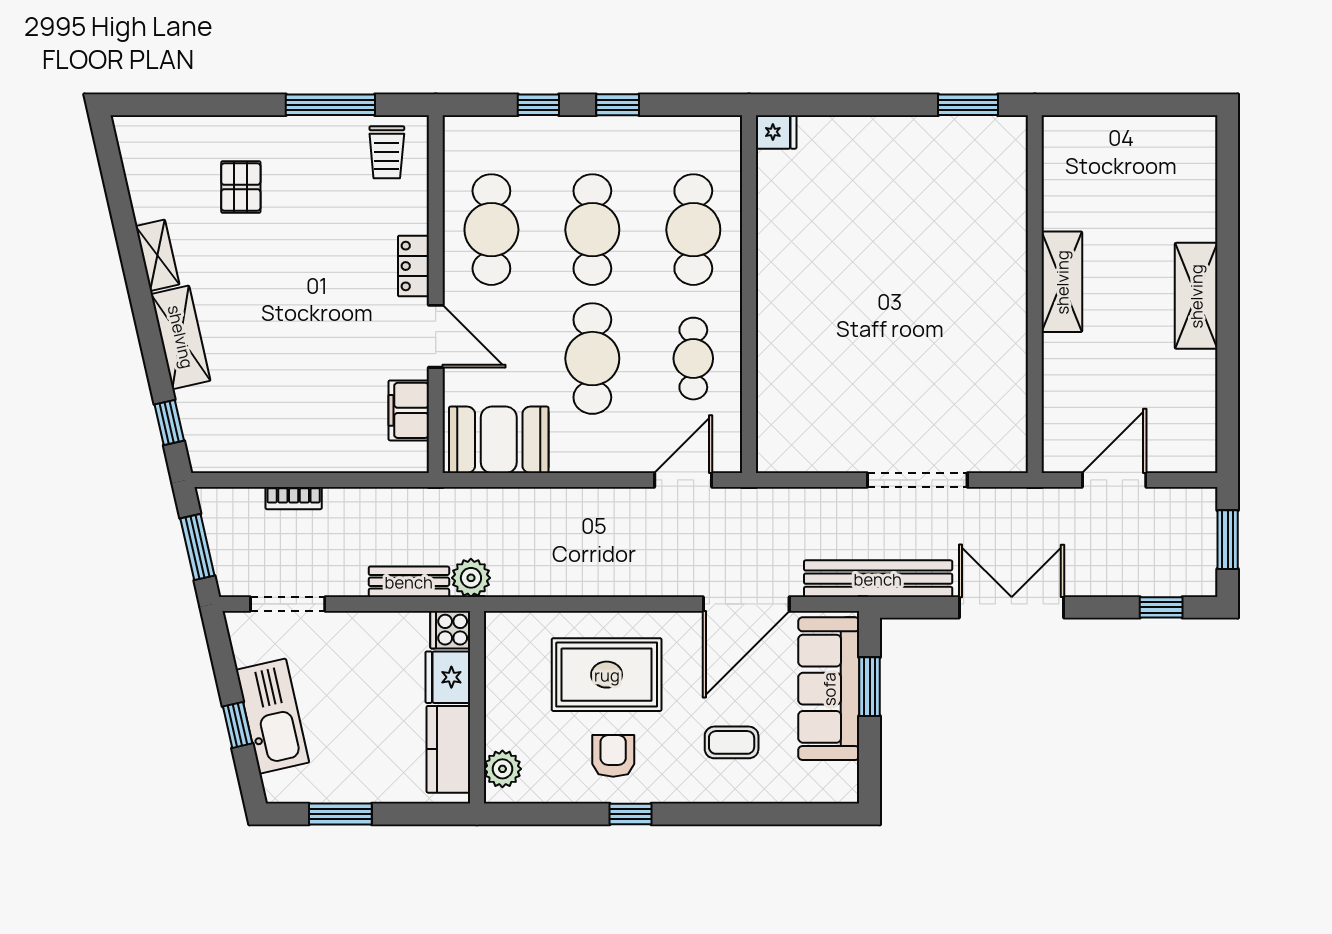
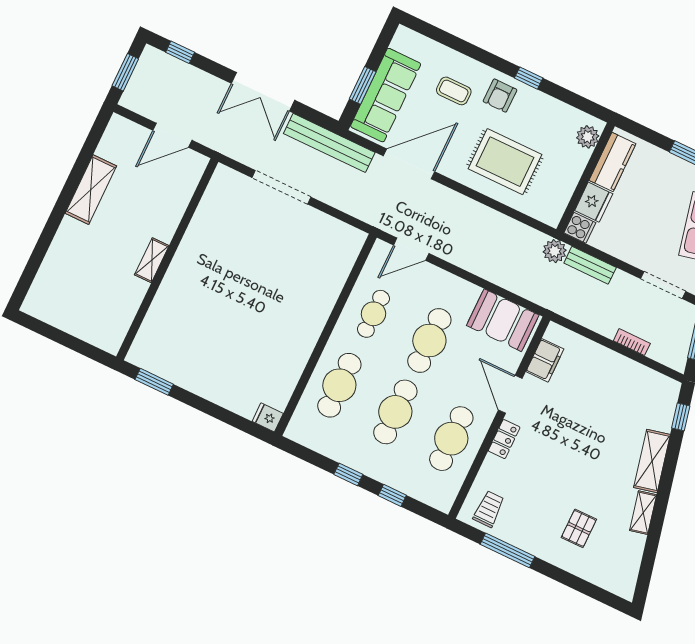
shelving: (1062, 282) -> (152, 260), width x0.67, depth x0.75
shelving: (1196, 296) -> (91, 190), moved
armchair: (613, 756) -> (500, 96), moved

